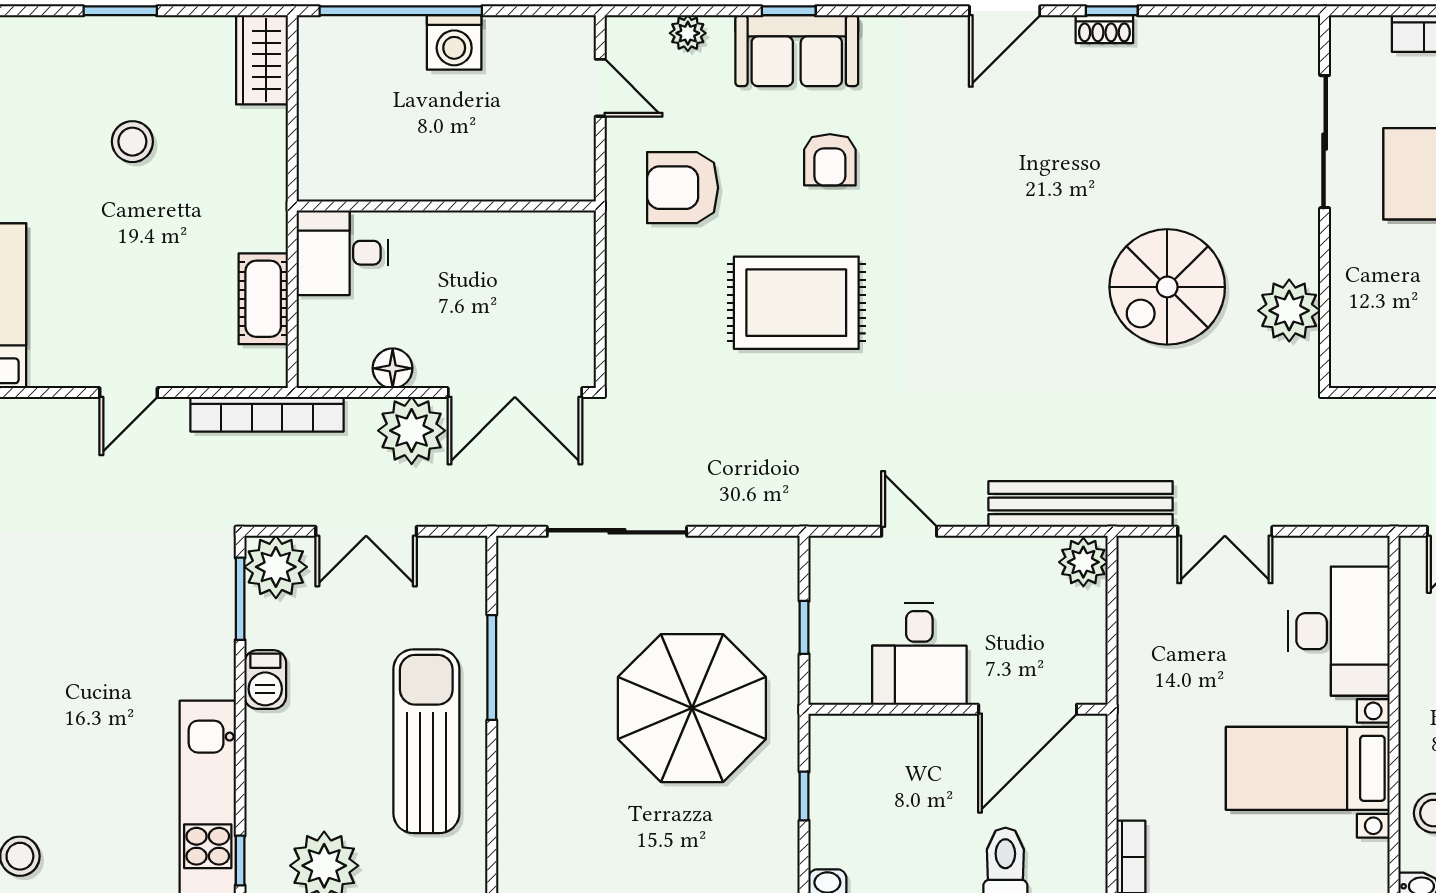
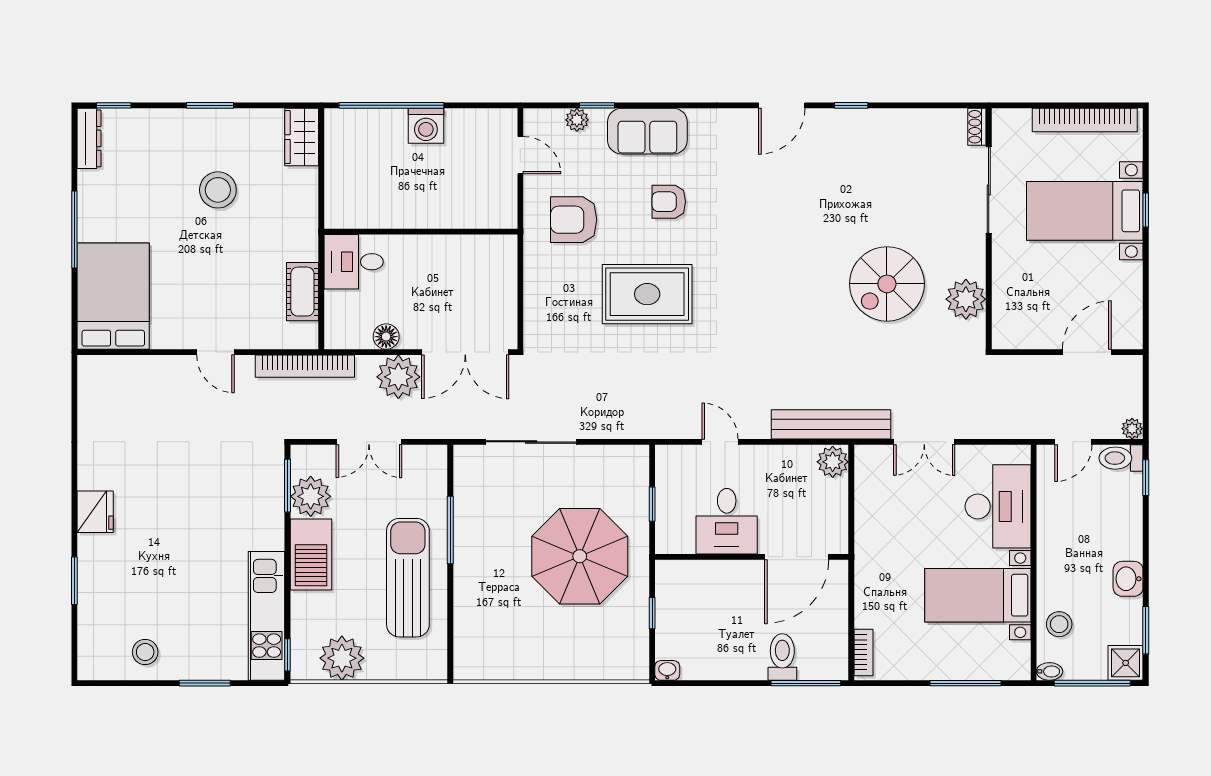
window: (789, 11) -> (597, 105), moved
shoe rack: (1104, 29) -> (977, 127), moved, turned 90
stool: (132, 142) -> (218, 190), width x1.38, depth x1.38
armchair: (830, 160) -> (669, 202), turned 90
door: (129, 393) -> (215, 352), hinge flipped
plant: (276, 567) -> (311, 496), moved
barbecue: (265, 680) -> (311, 555), width x1.88, depth x1.53

